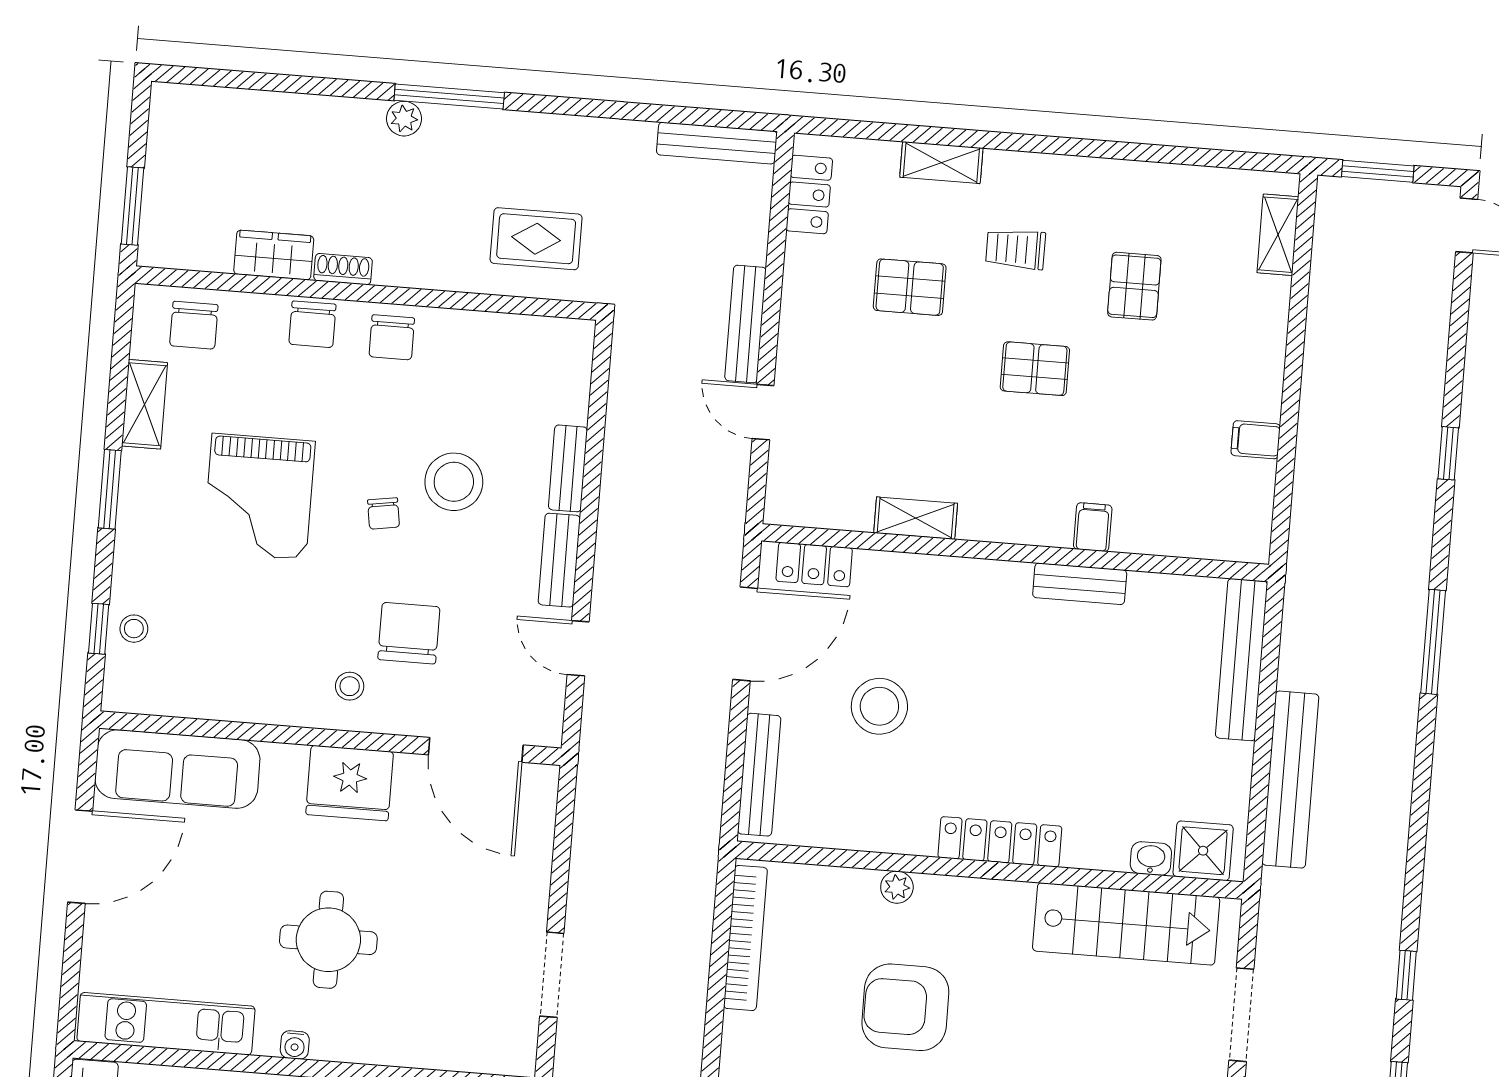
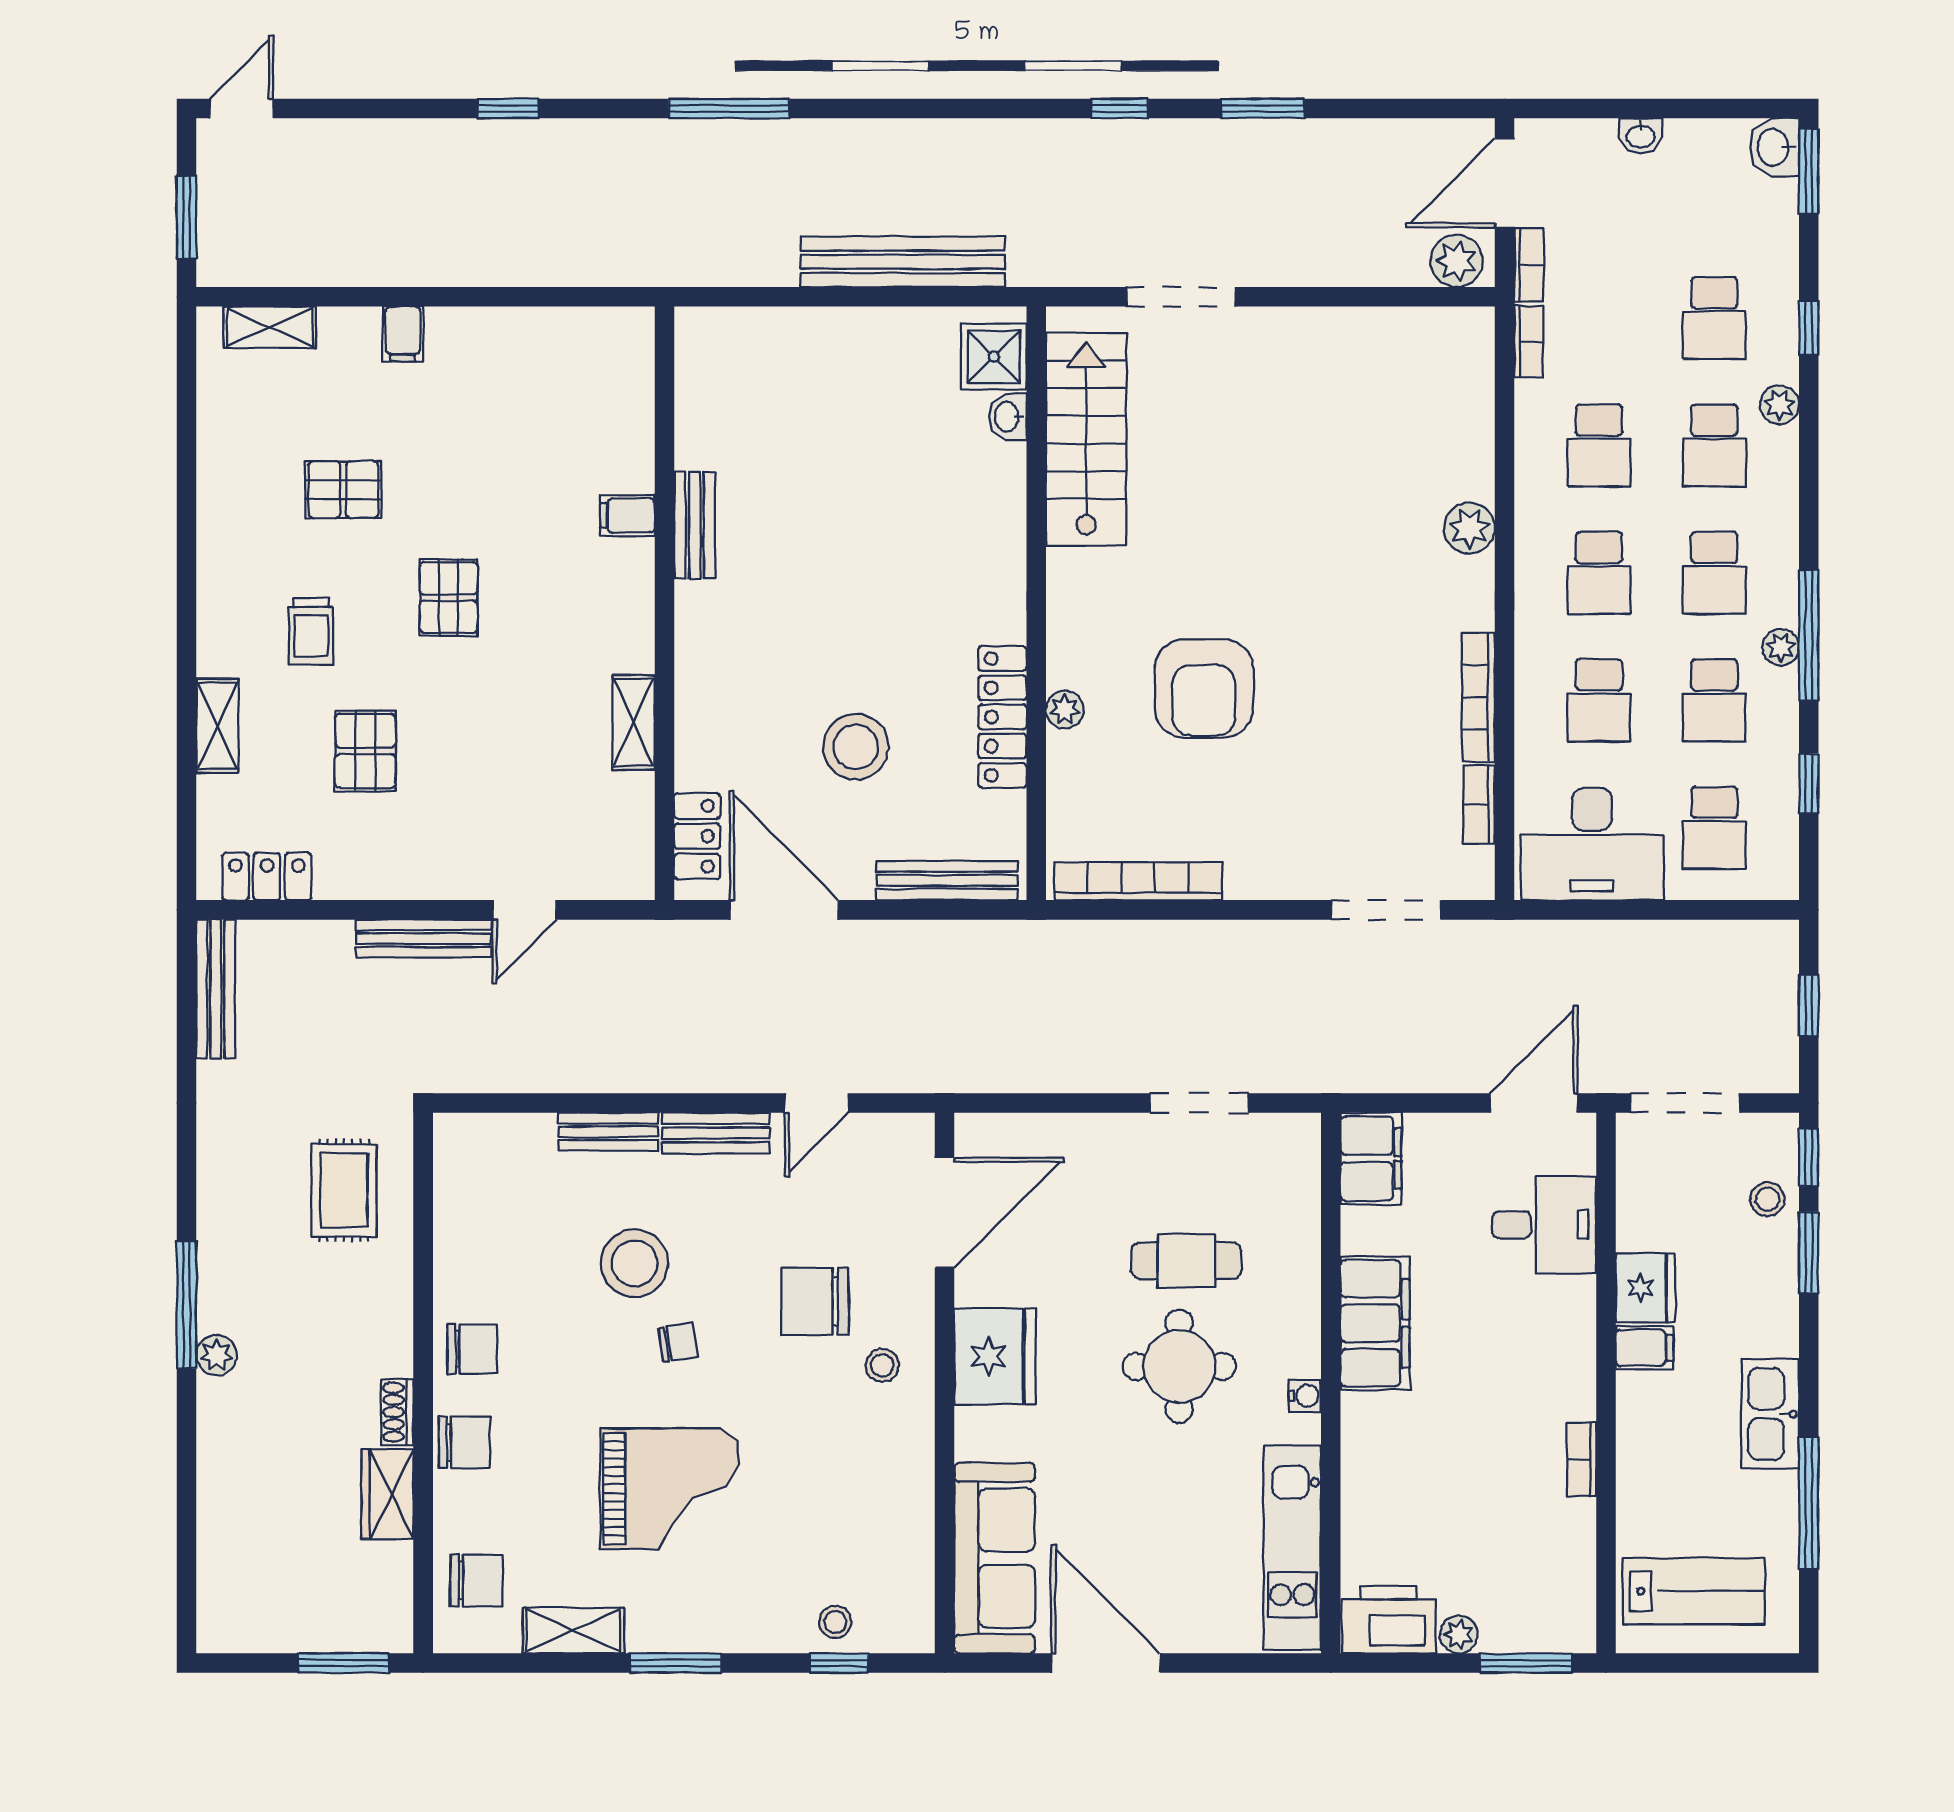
filing cabinet: (1256, 440) -> (403, 334), moved
bench: (1242, 660) -> (768, 330), removed
locker: (1000, 842) -> (1002, 717), moved
cafe table: (418, 953) -> (1186, 1261), added

